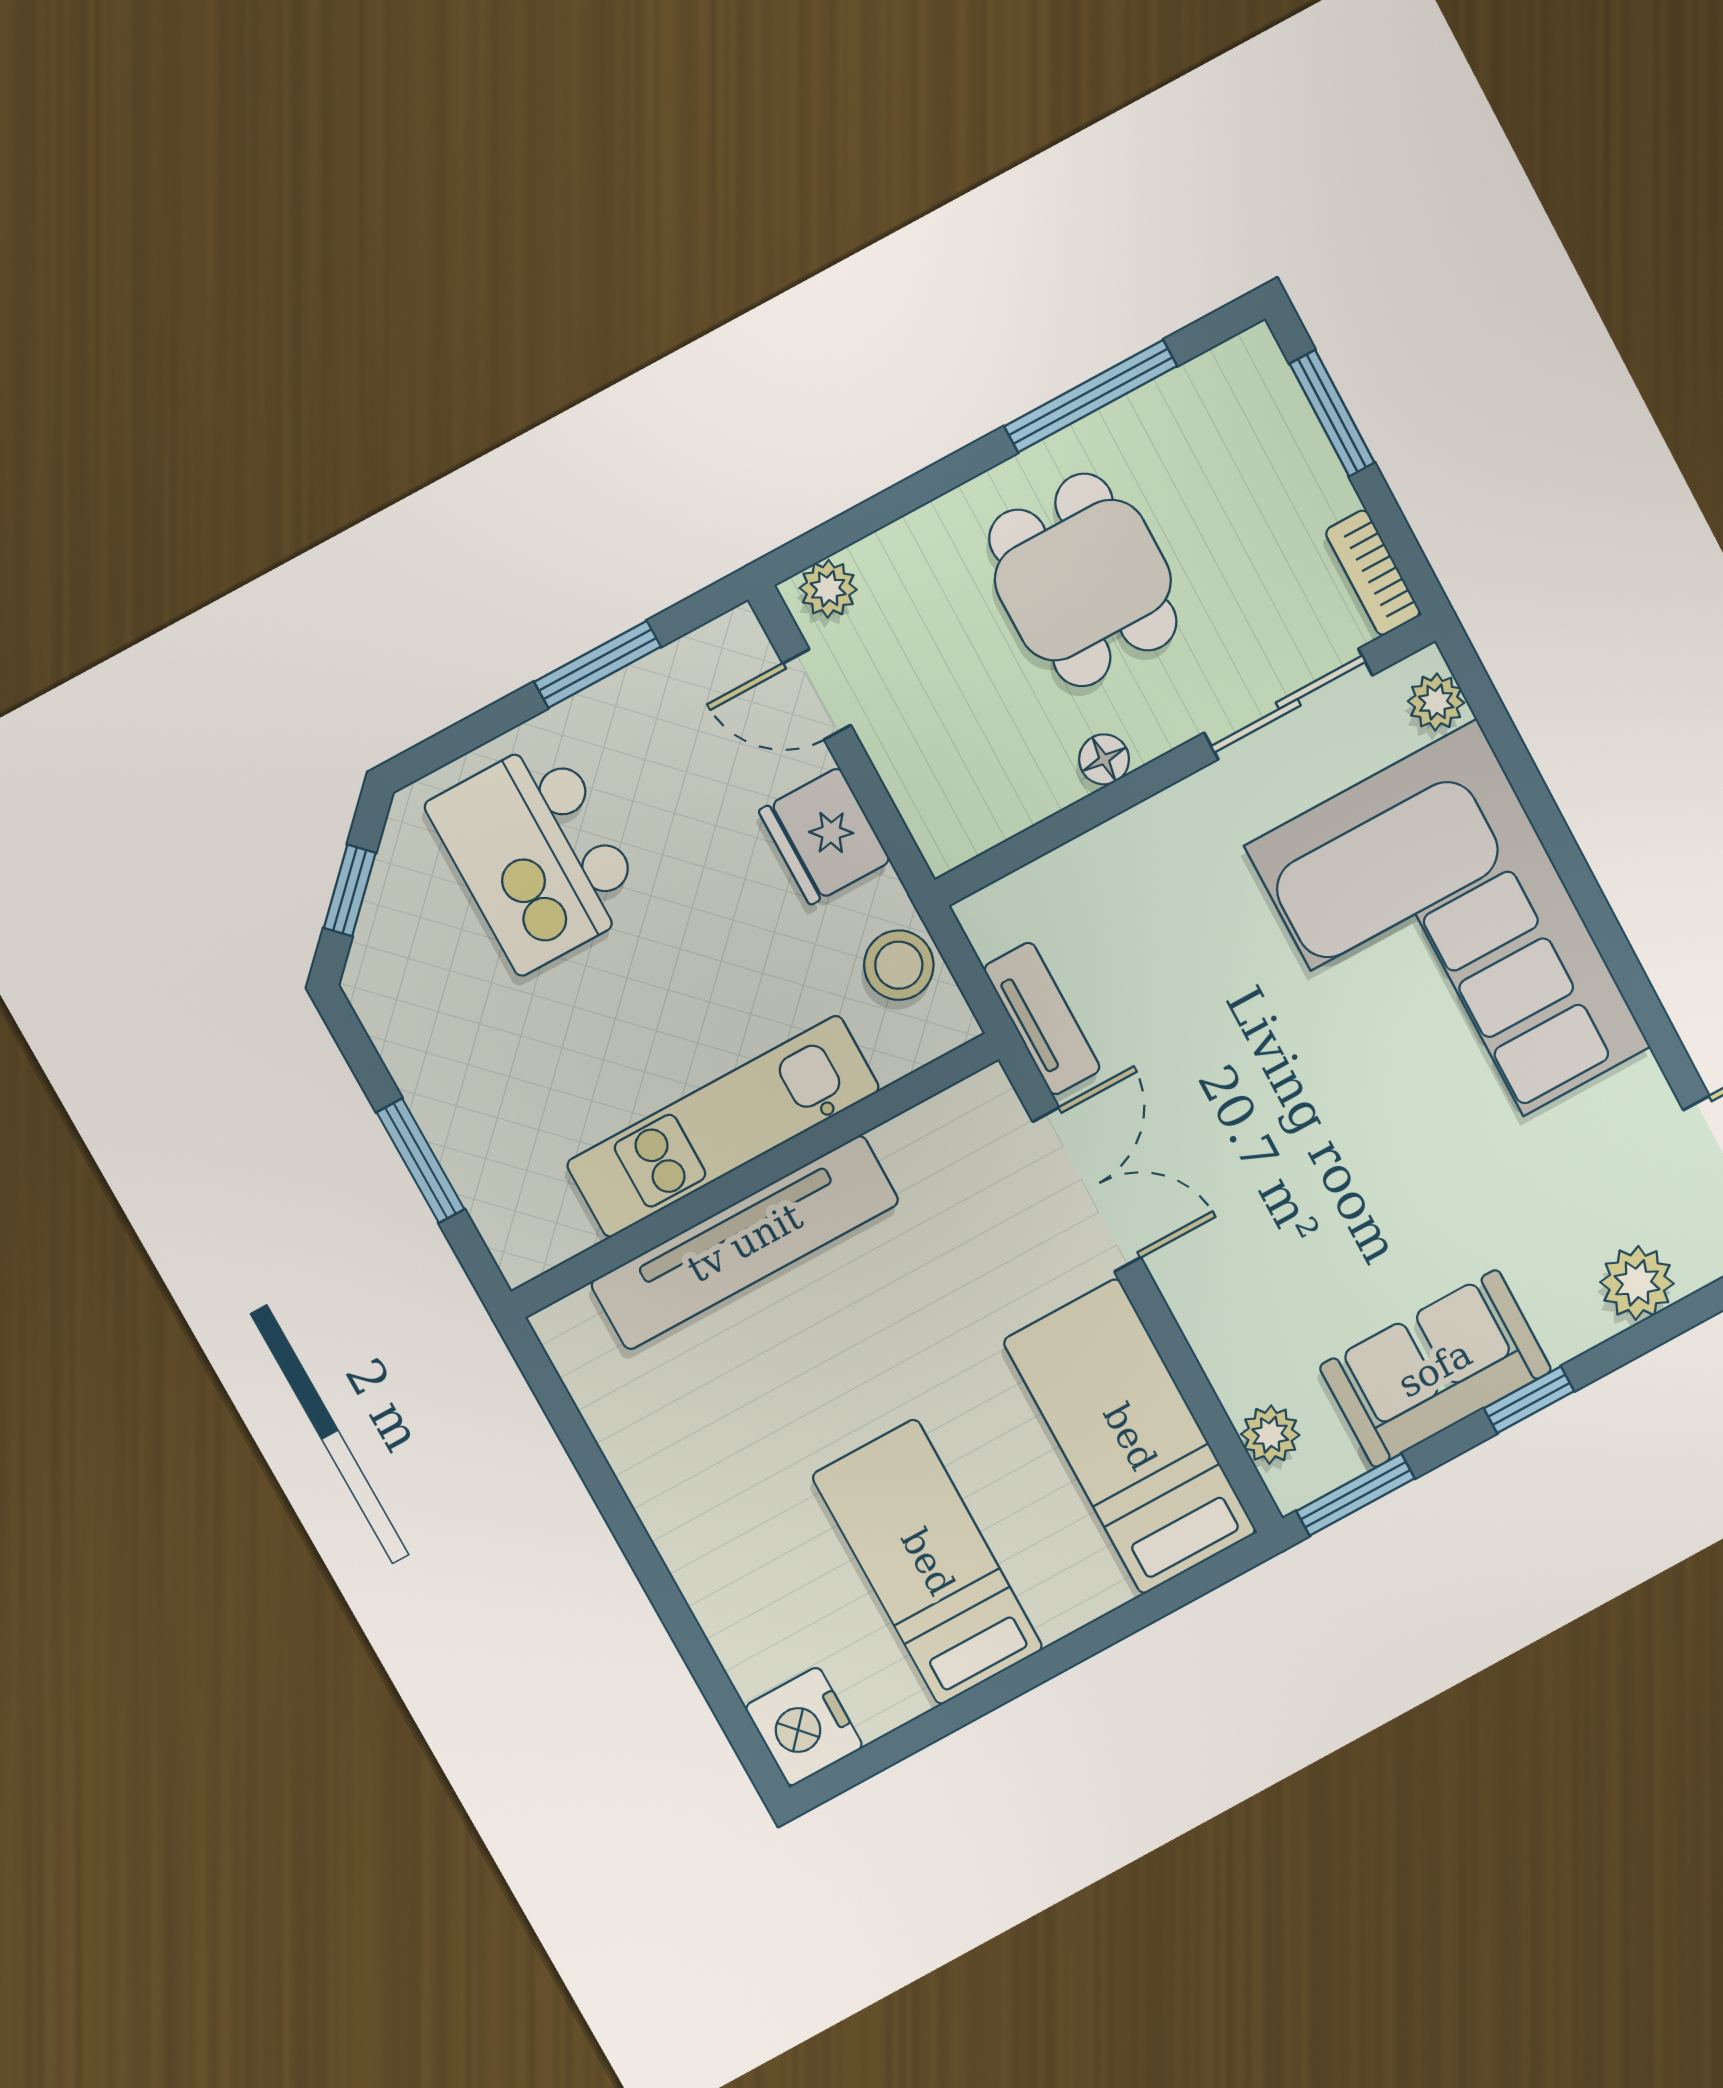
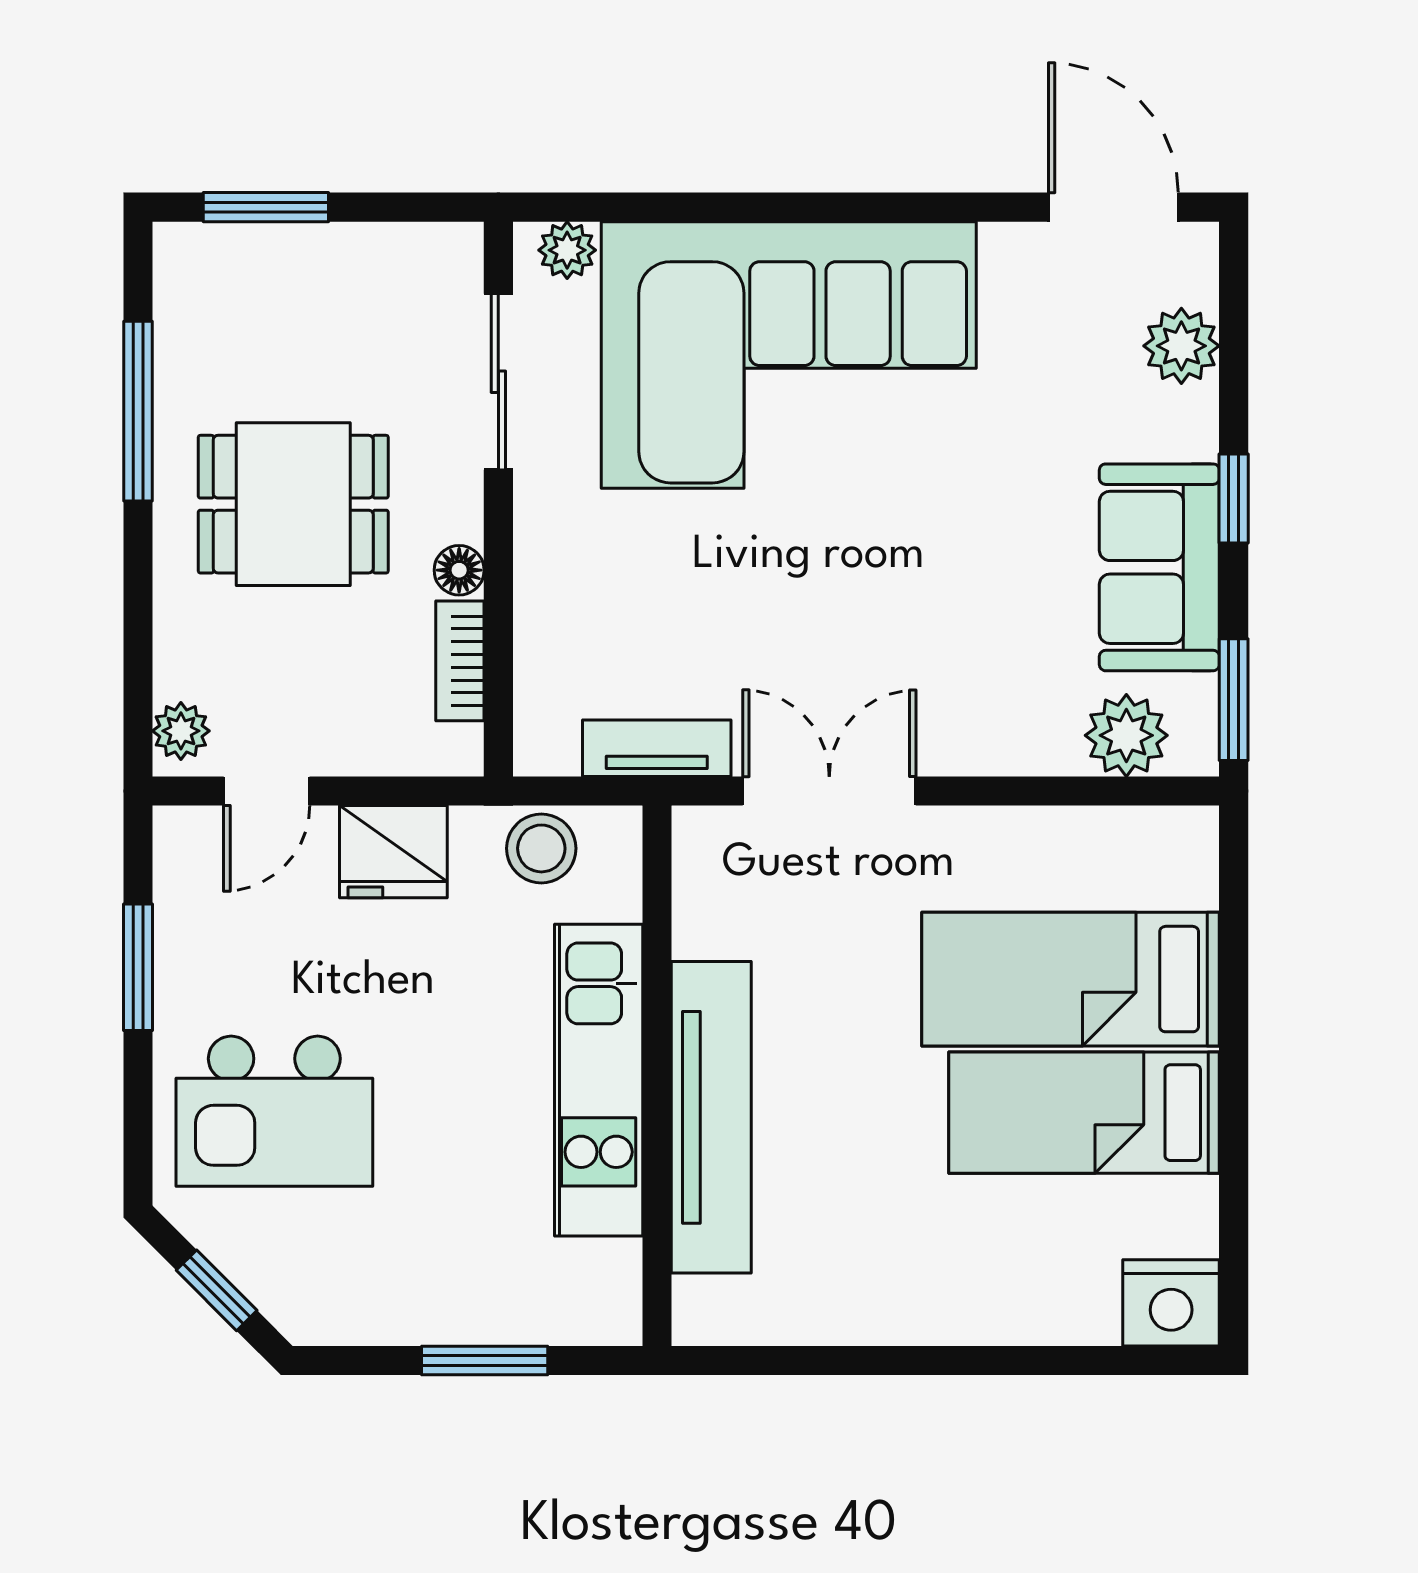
bookcase: (1373, 573) -> (460, 661), moved, turned 90
plant: (1270, 1435) -> (1126, 735), width x1.38, depth x1.38
bed: (1130, 1437) -> (1071, 979), moved

